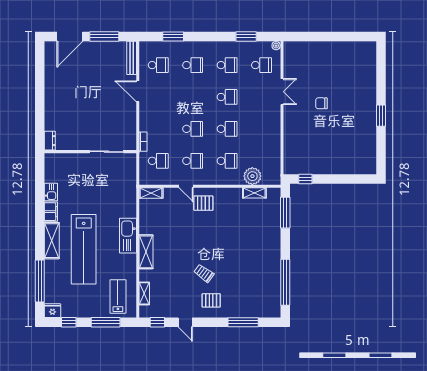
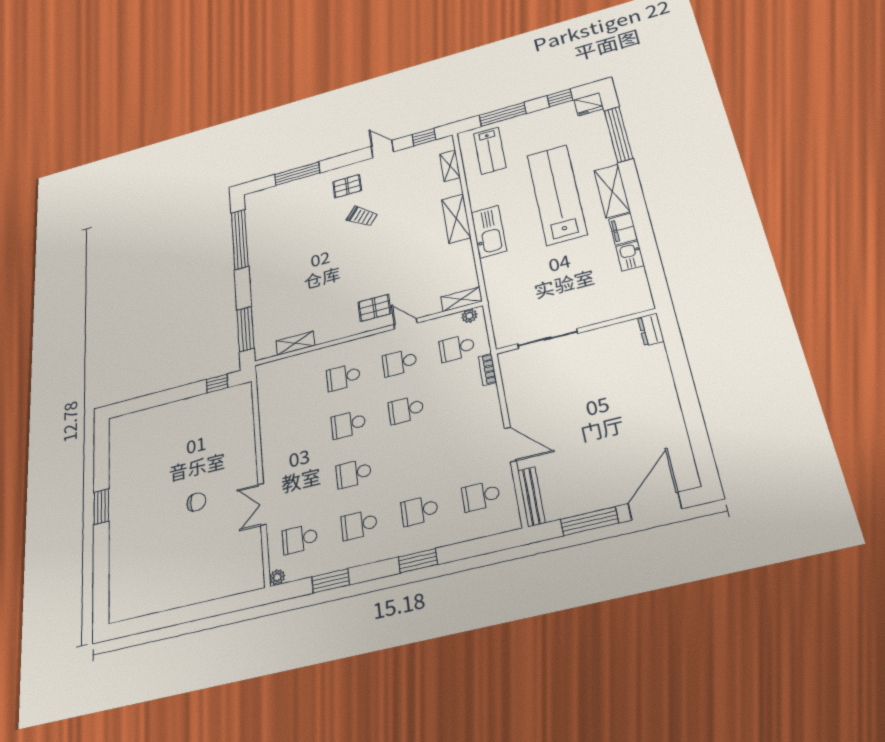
window: (173, 36) -> (418, 561), moved
plant: (252, 176) -> (469, 316), moved, width x0.53, depth x0.53

